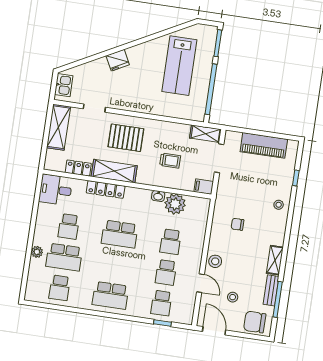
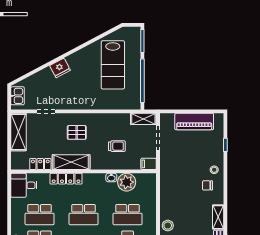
pallet: (126, 138) -> (77, 132), width x0.67, depth x0.71
chair: (237, 224) -> (207, 185), moved
school desk: (69, 226) -> (40, 215), width x1.85
school desk: (171, 242) -> (128, 215), width x1.85

